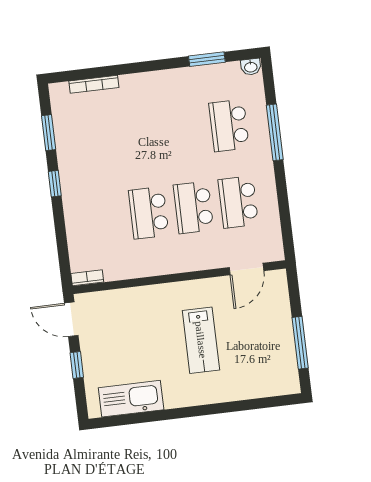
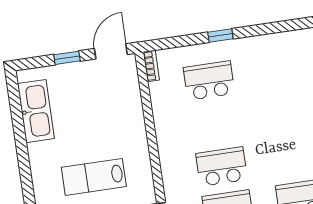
window: (49, 133) -> (290, 25), removed
window: (55, 184) -> (220, 35), moved
school desk: (149, 213) -> (209, 81), moved

